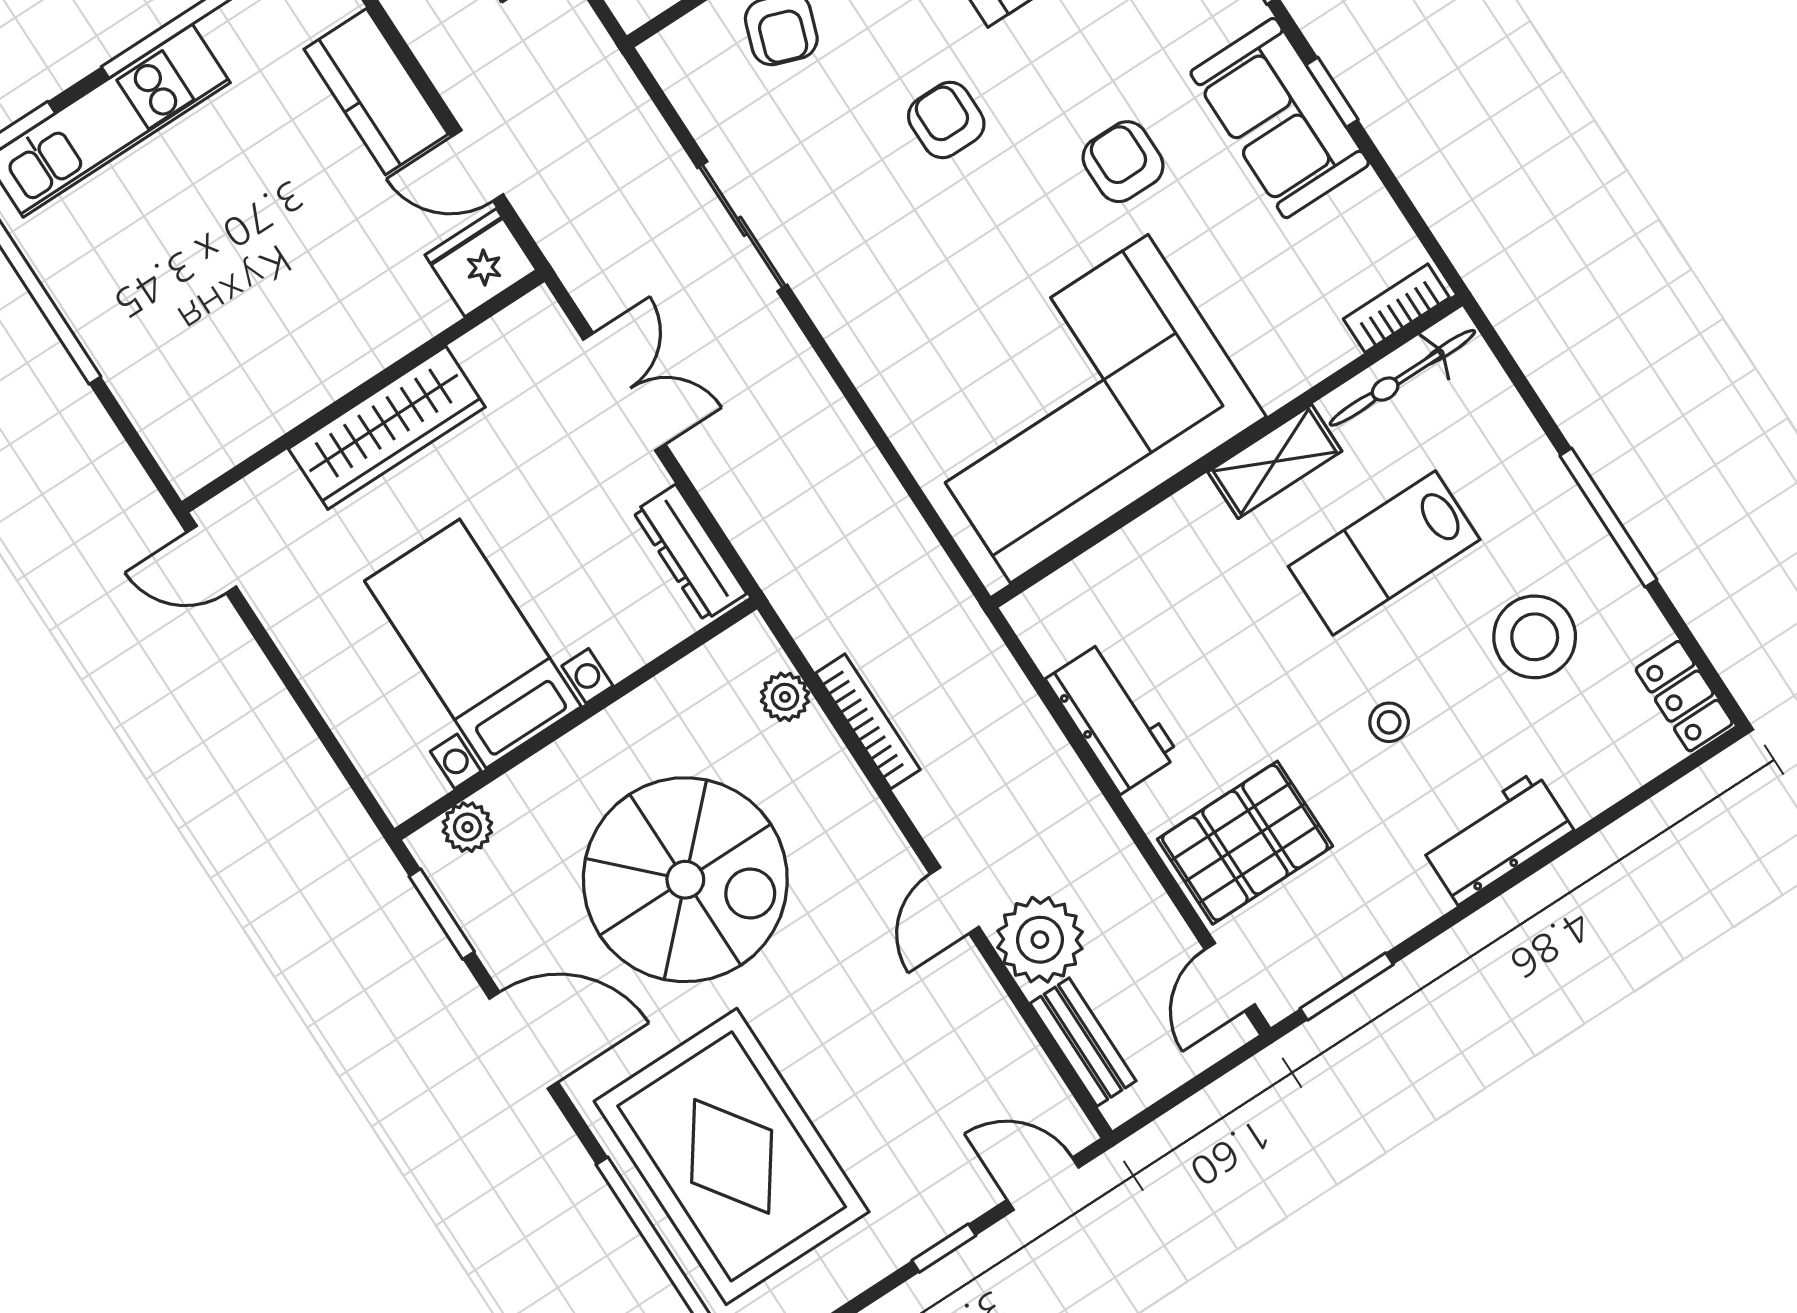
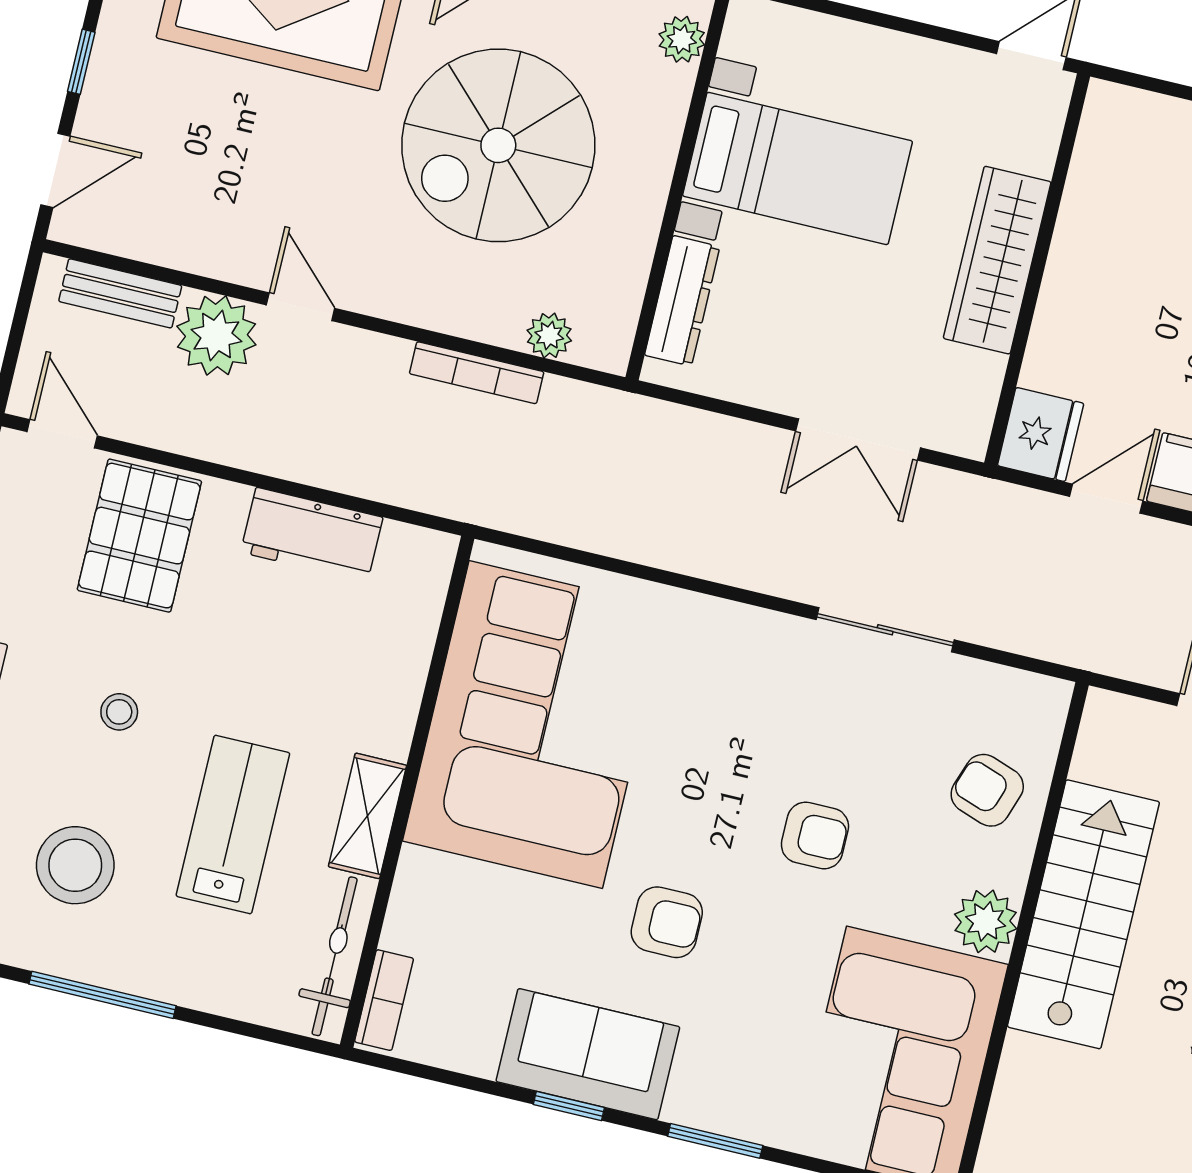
dresser: (690, 553) -> (682, 301), moved, turned 90

